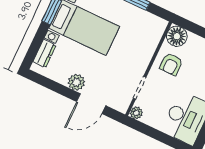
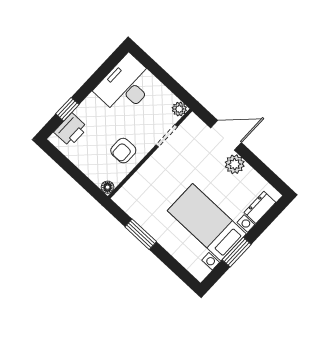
floor lamp: (177, 36) -> (108, 187), width x0.53, depth x0.53
armchair: (171, 64) -> (123, 151), turned 180

